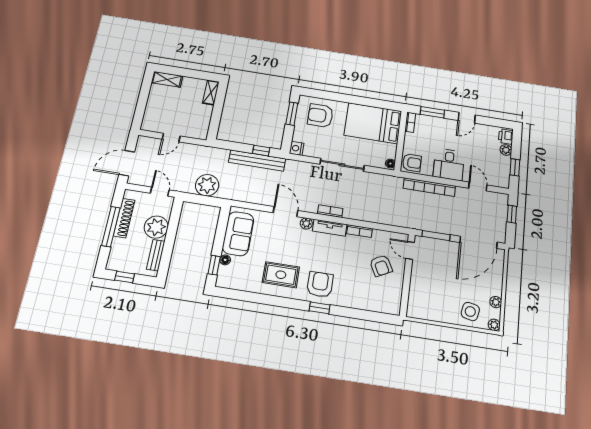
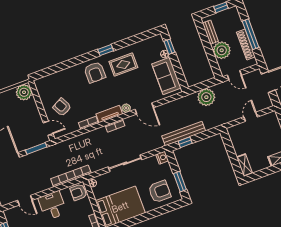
bookcase: (429, 187) -> (71, 176), moved
window: (320, 308) -> (106, 50), moved
plant: (418, 308) -> (24, 92), added

